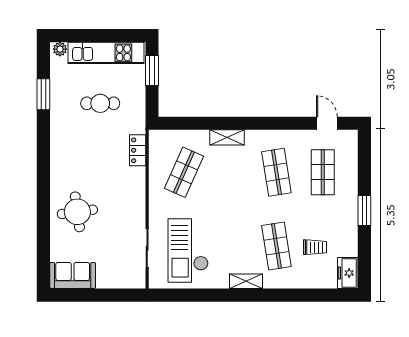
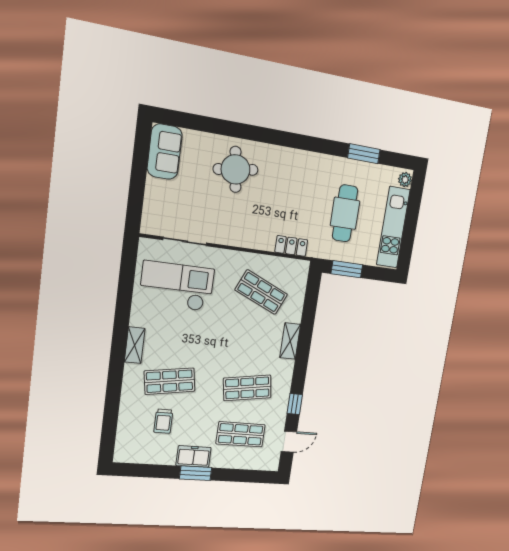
window: (152, 70) -> (347, 269), moved
cafe table: (100, 103) -> (345, 213), width x1.37, depth x1.35
window: (288, 123) -> (295, 404), added
freezer: (348, 273) -> (194, 457), moved

